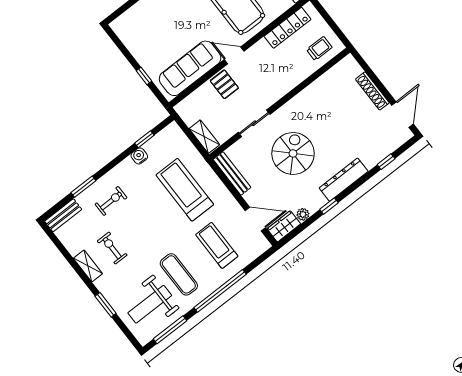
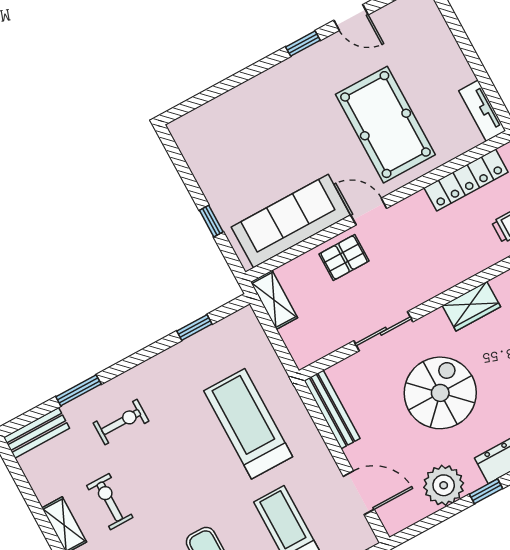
pallet: (224, 84) -> (344, 258), turned 90
shelving: (204, 137) -> (274, 300), moved
water cooler: (139, 156) -> (181, 354), removed
plant: (303, 214) -> (444, 485), width x1.88, depth x1.88
wardrobe: (284, 226) -> (471, 306), moved, turned 180

